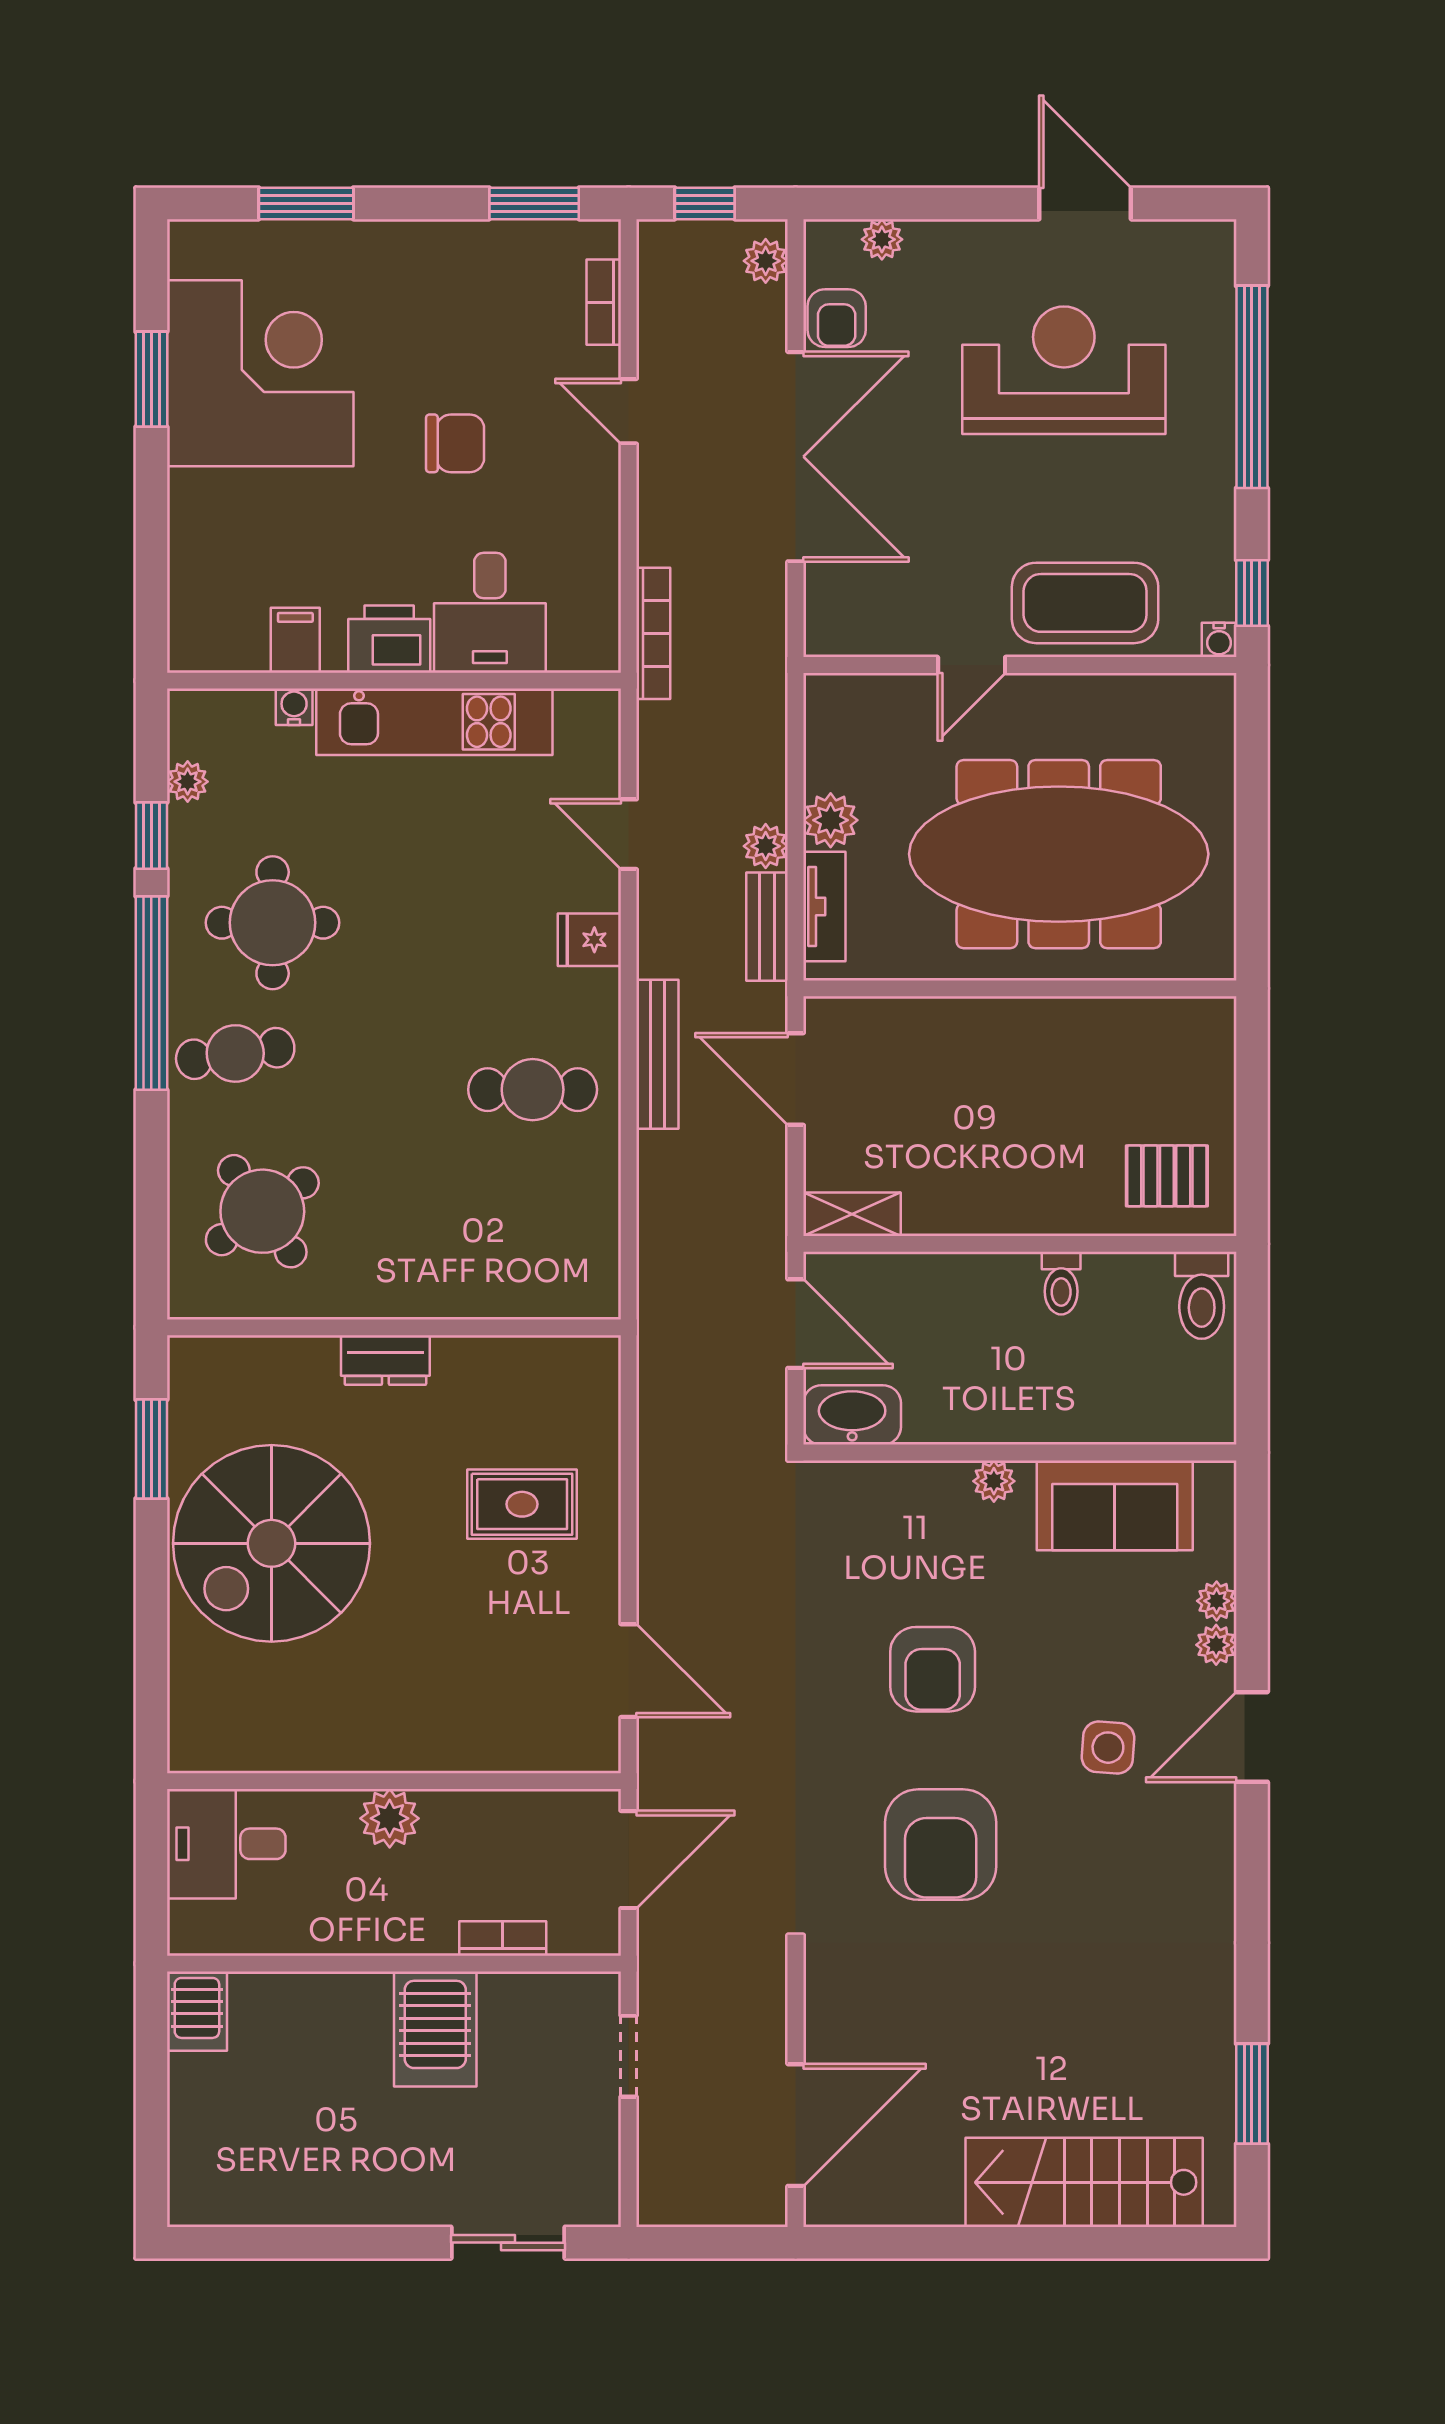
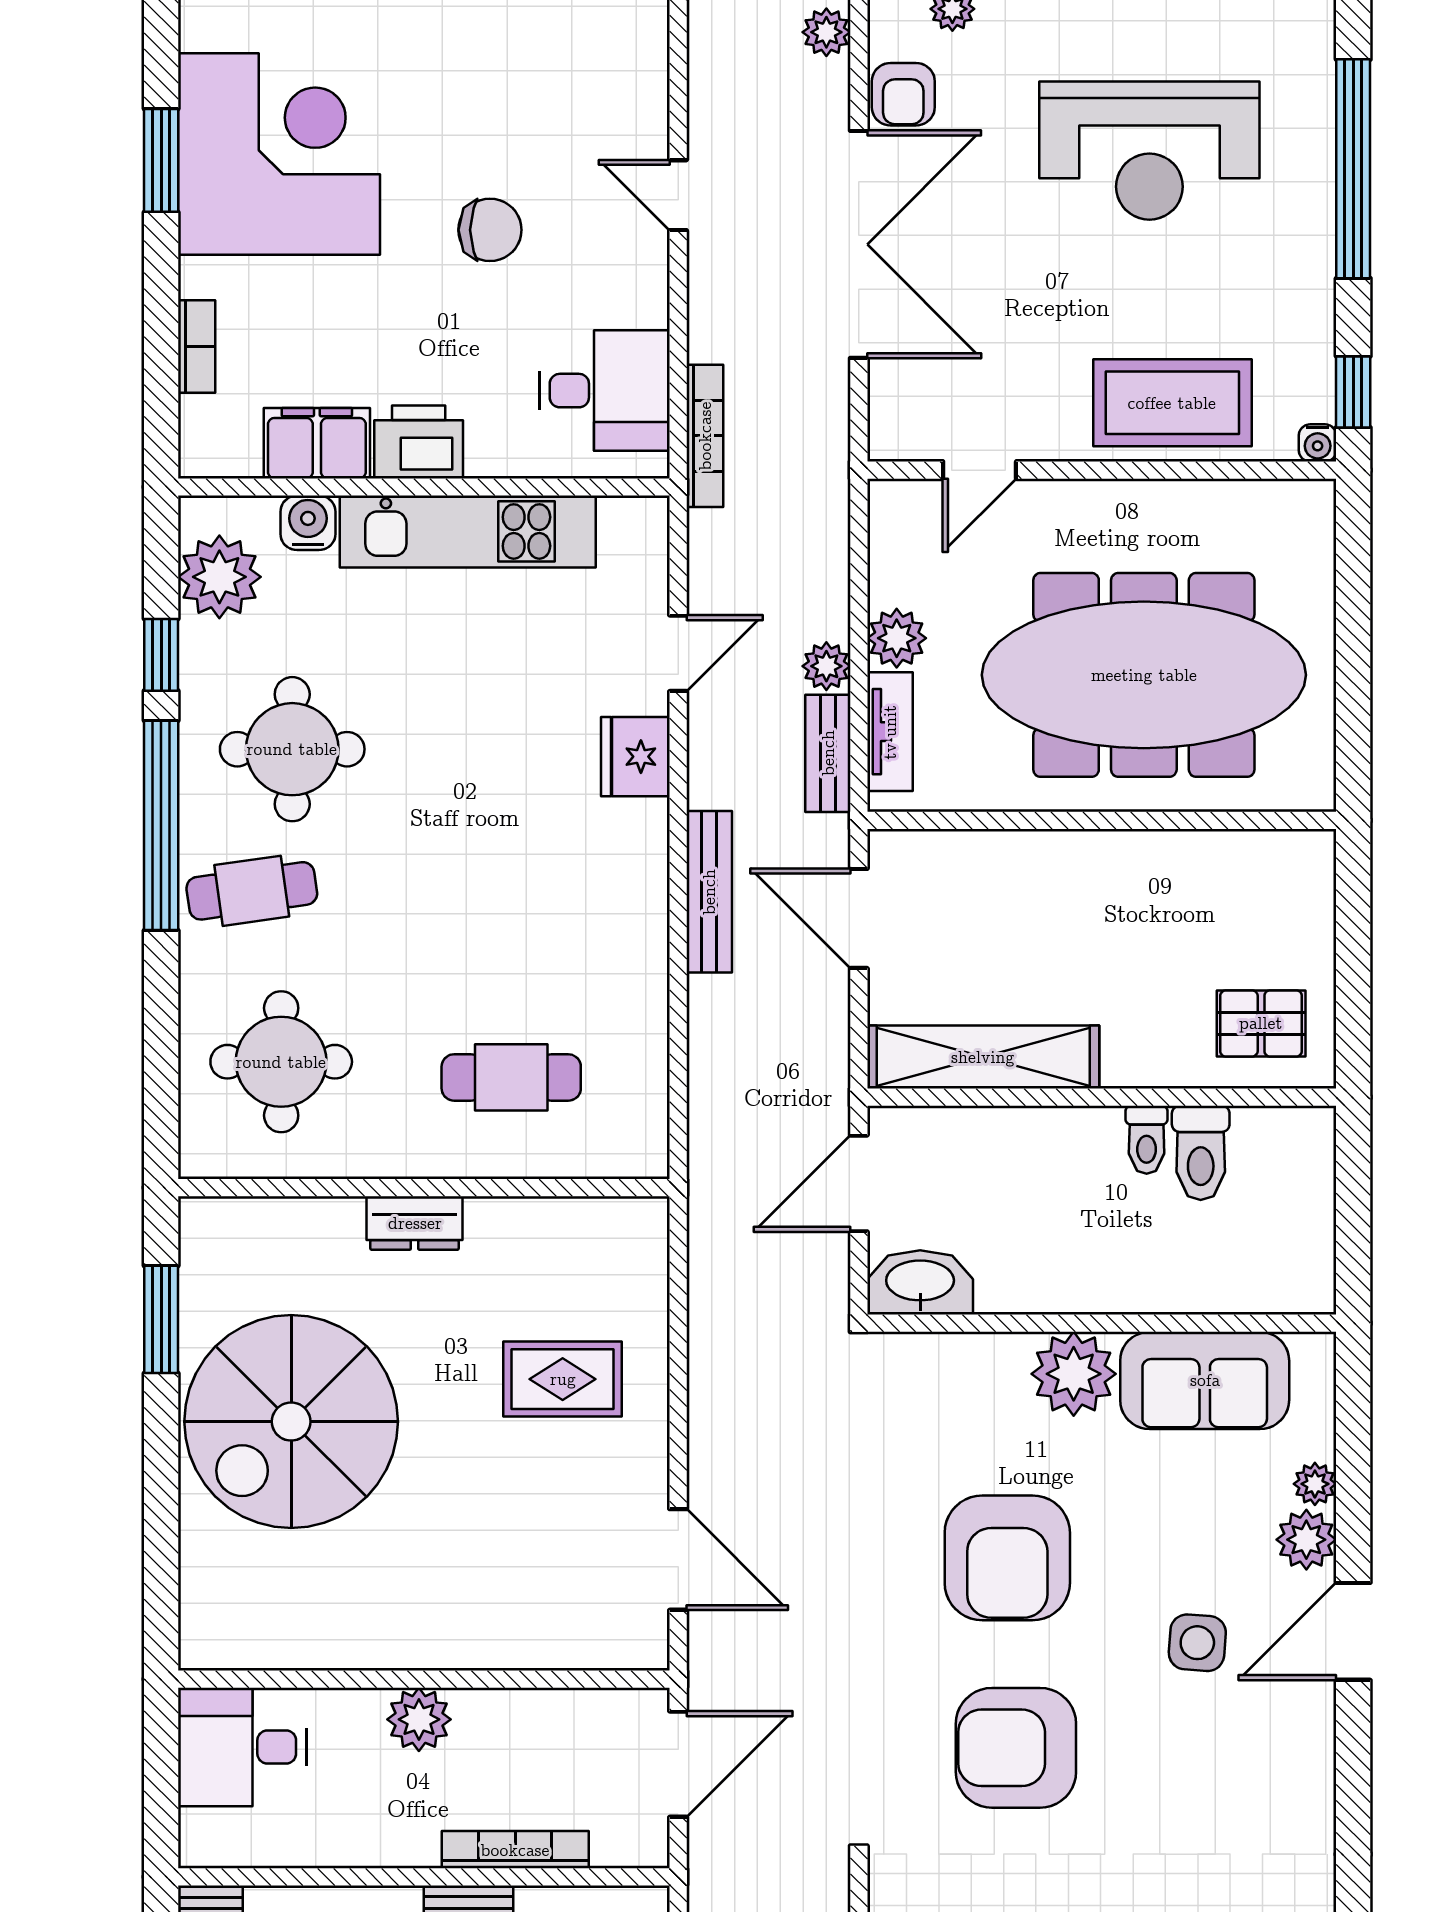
bookcase: (604, 302) -> (197, 346), moved, turned 180
reception desk: (1064, 370) -> (1149, 151), turned 180
desk: (490, 613) -> (604, 391), moved, turned -90
filing cabinet: (295, 640) -> (317, 443), width x2.00
door: (972, 665) -> (980, 470), moved
water cooler: (294, 707) -> (308, 523), width x1.38, depth x1.38
plant: (188, 782) -> (219, 577), width x1.88, depth x1.88
door: (629, 834) -> (678, 653), swing flipped
fridge: (589, 940) -> (635, 757), width x1.38
cafe table: (533, 1090) -> (511, 1077), moved
round table: (262, 1211) -> (281, 1062), turned 35
shelving: (852, 1214) -> (983, 1057), width x2.20, depth x1.33
toilet: (1202, 1295) -> (1201, 1153), moved
door: (796, 1324) -> (859, 1183), swing flipped
plant: (994, 1481) -> (1074, 1374), width x1.88, depth x1.88
plant: (1216, 1645) -> (1306, 1540), width x1.38, depth x1.38
armchair: (933, 1669) -> (1007, 1558), width x1.36, depth x1.36
armchair: (941, 1845) -> (1016, 1748), turned 90
bookcase: (503, 1938) -> (515, 1850), width x1.56

